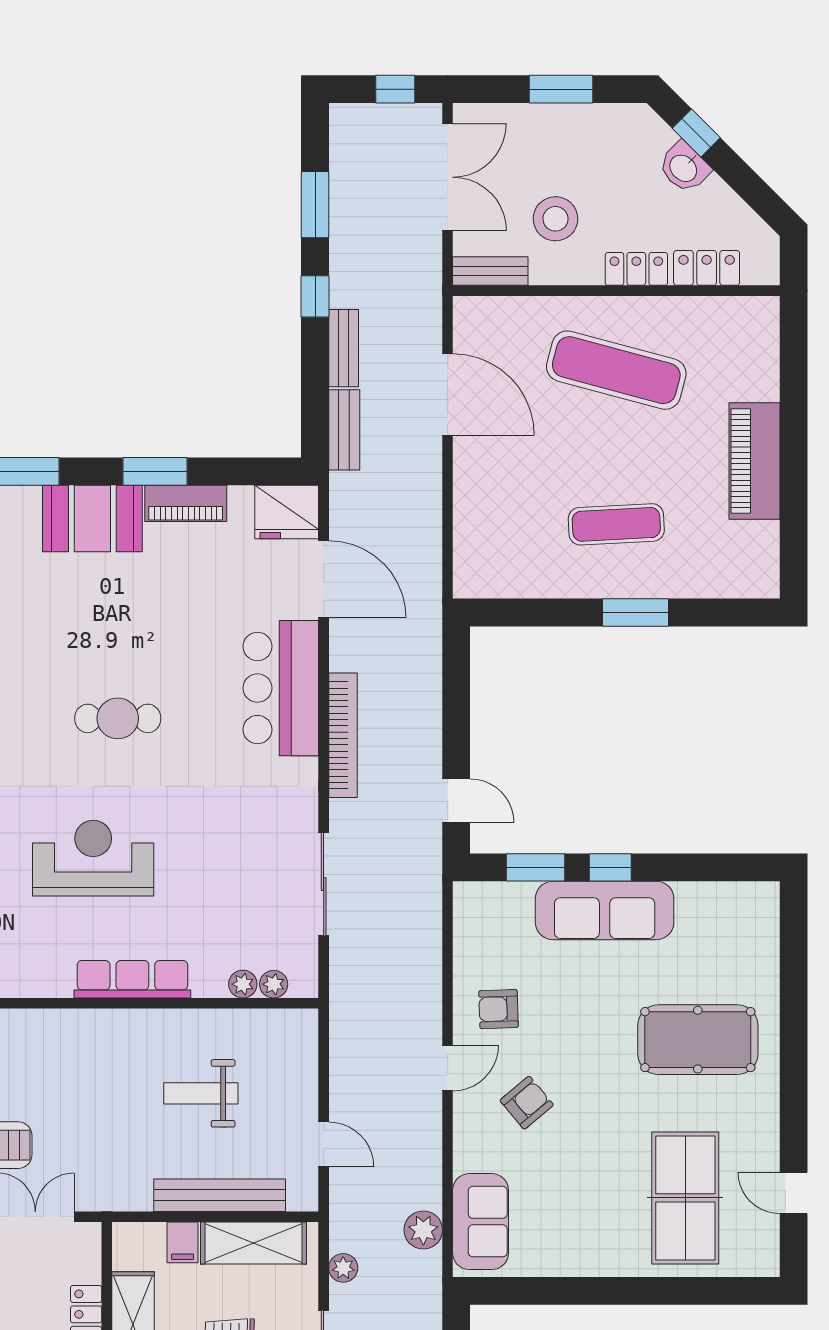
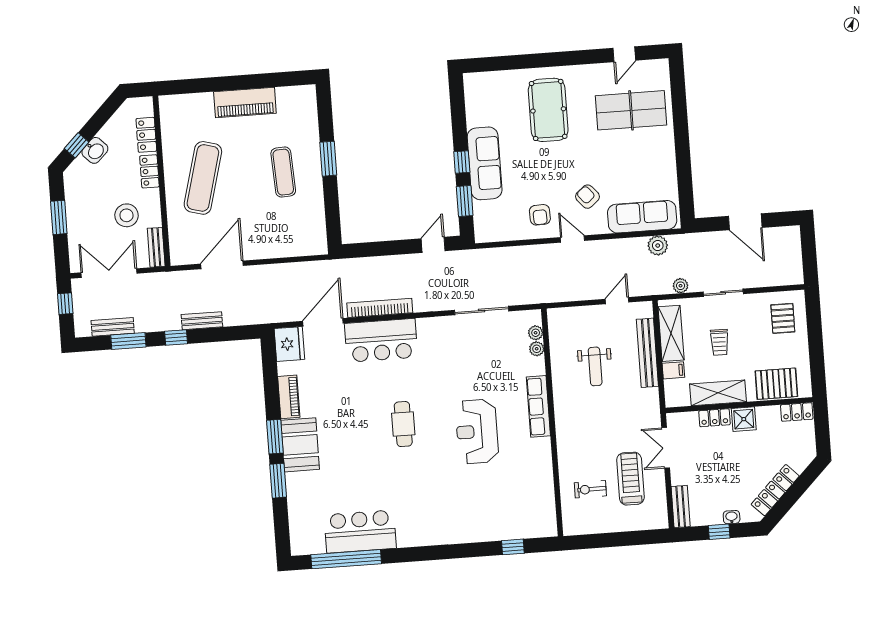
bench: (344, 430) -> (113, 327), moved
window: (155, 471) -> (275, 437), moved
bookcase: (343, 735) -> (380, 308), moved
sofa: (481, 1222) -> (642, 217), width x1.36

